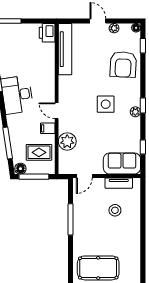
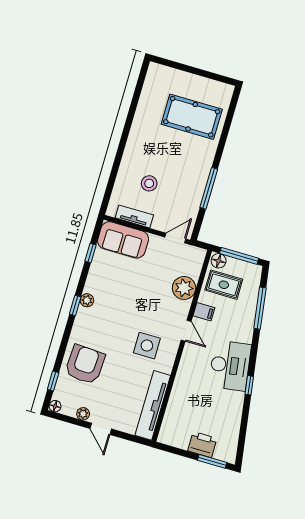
printer: (47, 33) -> (202, 445), moved, turned -90
side table: (106, 104) -> (147, 346), moved
floor lamp: (20, 169) -> (219, 261), moved

